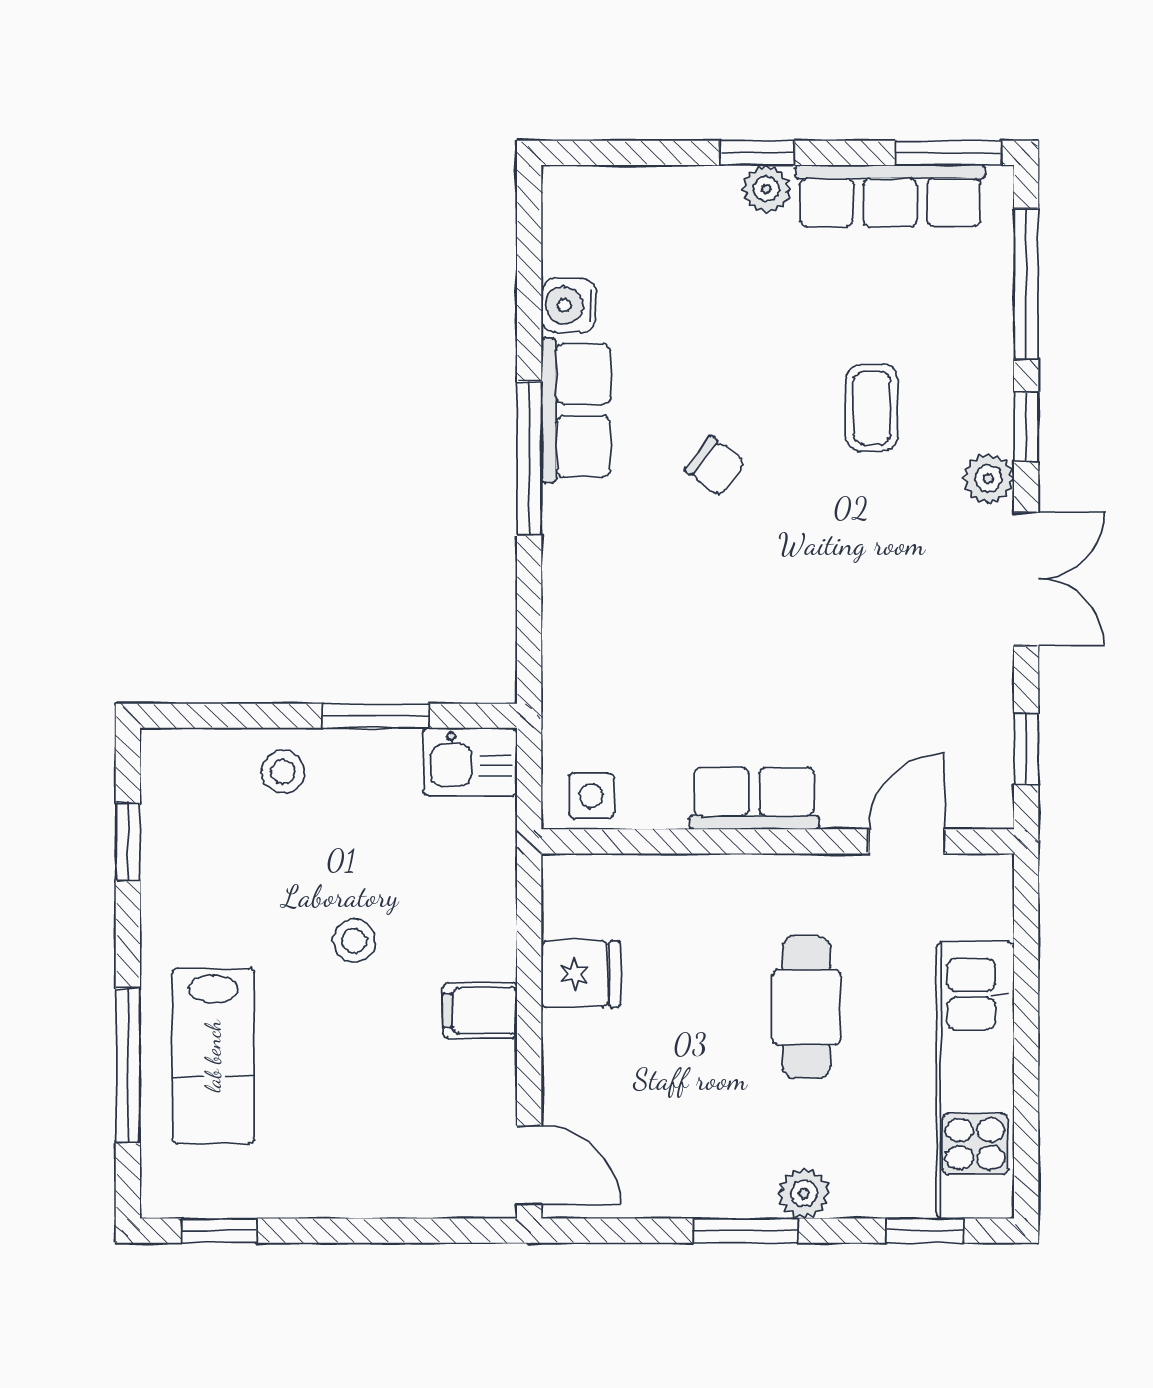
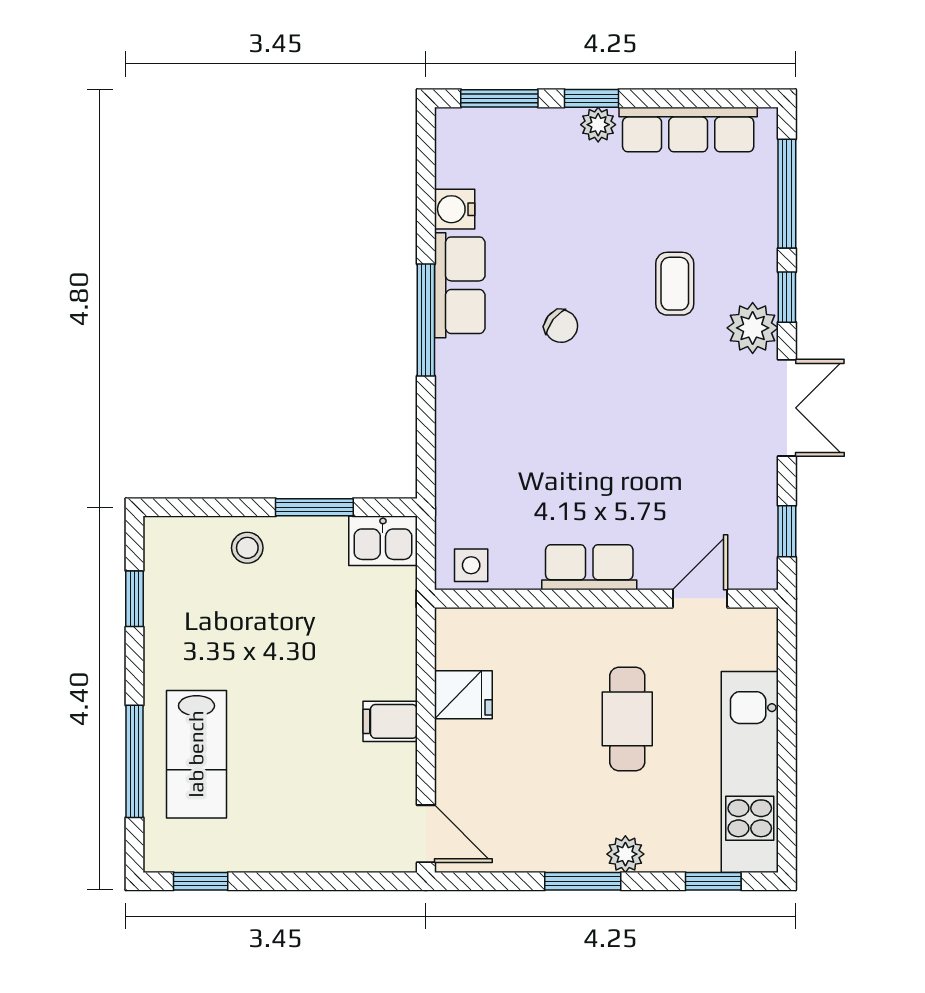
window: (948, 153) -> (499, 98), moved
plant: (989, 479) -> (753, 328), width x1.38, depth x1.38
stool: (354, 941) -> (299, 671), removed

